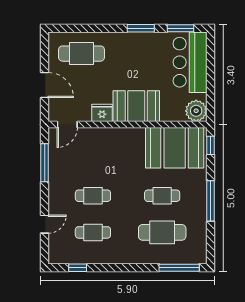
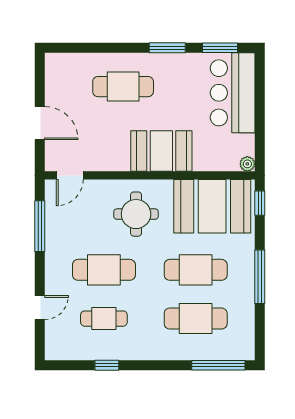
cafe table: (82, 54) -> (123, 87), moved
plant: (196, 111) -> (247, 164), width x0.53, depth x0.53
fridge: (102, 113) -> (116, 160), removed
round table: (117, 154) -> (136, 214), added
cafe table: (93, 196) -> (104, 270), width x1.37, depth x1.35
cafe table: (162, 196) -> (196, 270), width x1.37, depth x1.35
window: (78, 268) -> (107, 365), moved

